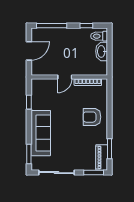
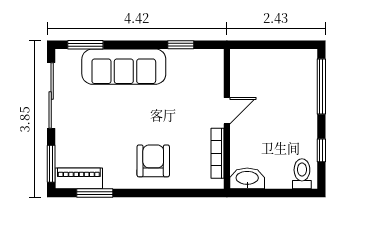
door: (29, 51) -> (275, 45), removed
washbasin: (102, 51) -> (247, 178), moved
door: (65, 77) -> (227, 111), swing flipped

